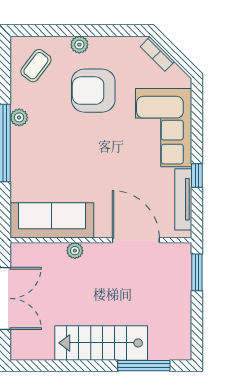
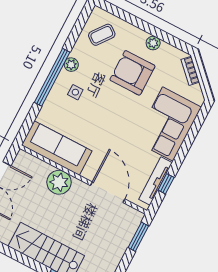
plant: (79, 45) -> (153, 43), moved
side table: (40, 146) -> (75, 92), added
window: (197, 176) -> (166, 184), moved
plant: (75, 251) -> (59, 182), width x1.87, depth x1.87

